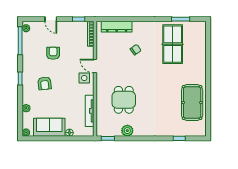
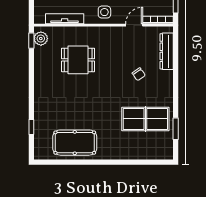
door: (95, 66) -> (134, 25), moved
plant: (127, 131) -> (41, 39), moved

